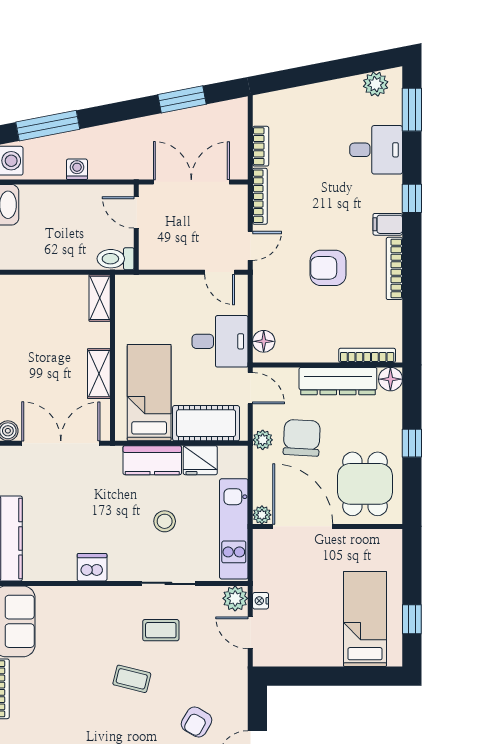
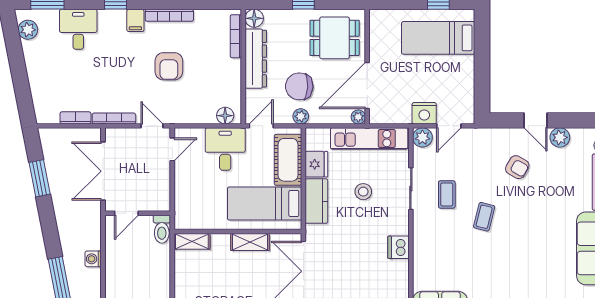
nightstand: (261, 601) -> (424, 113), width x1.89, depth x1.79

